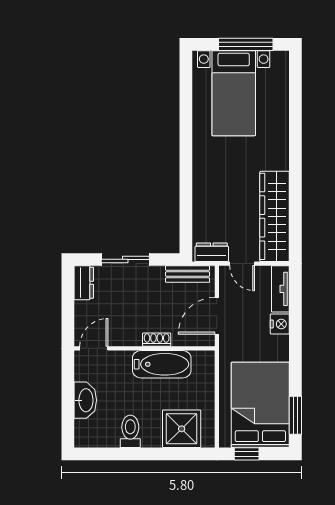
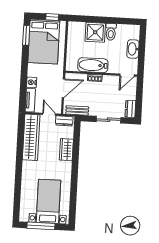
wardrobe: (204, 196) -> (66, 150), added
shower: (182, 429) -> (95, 32), moved

